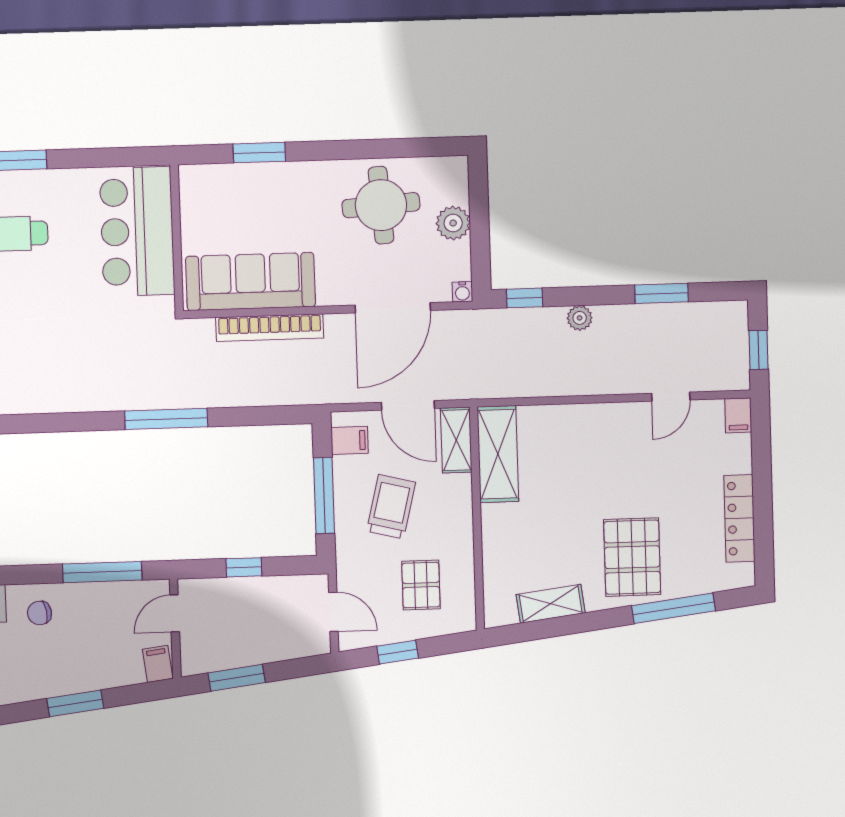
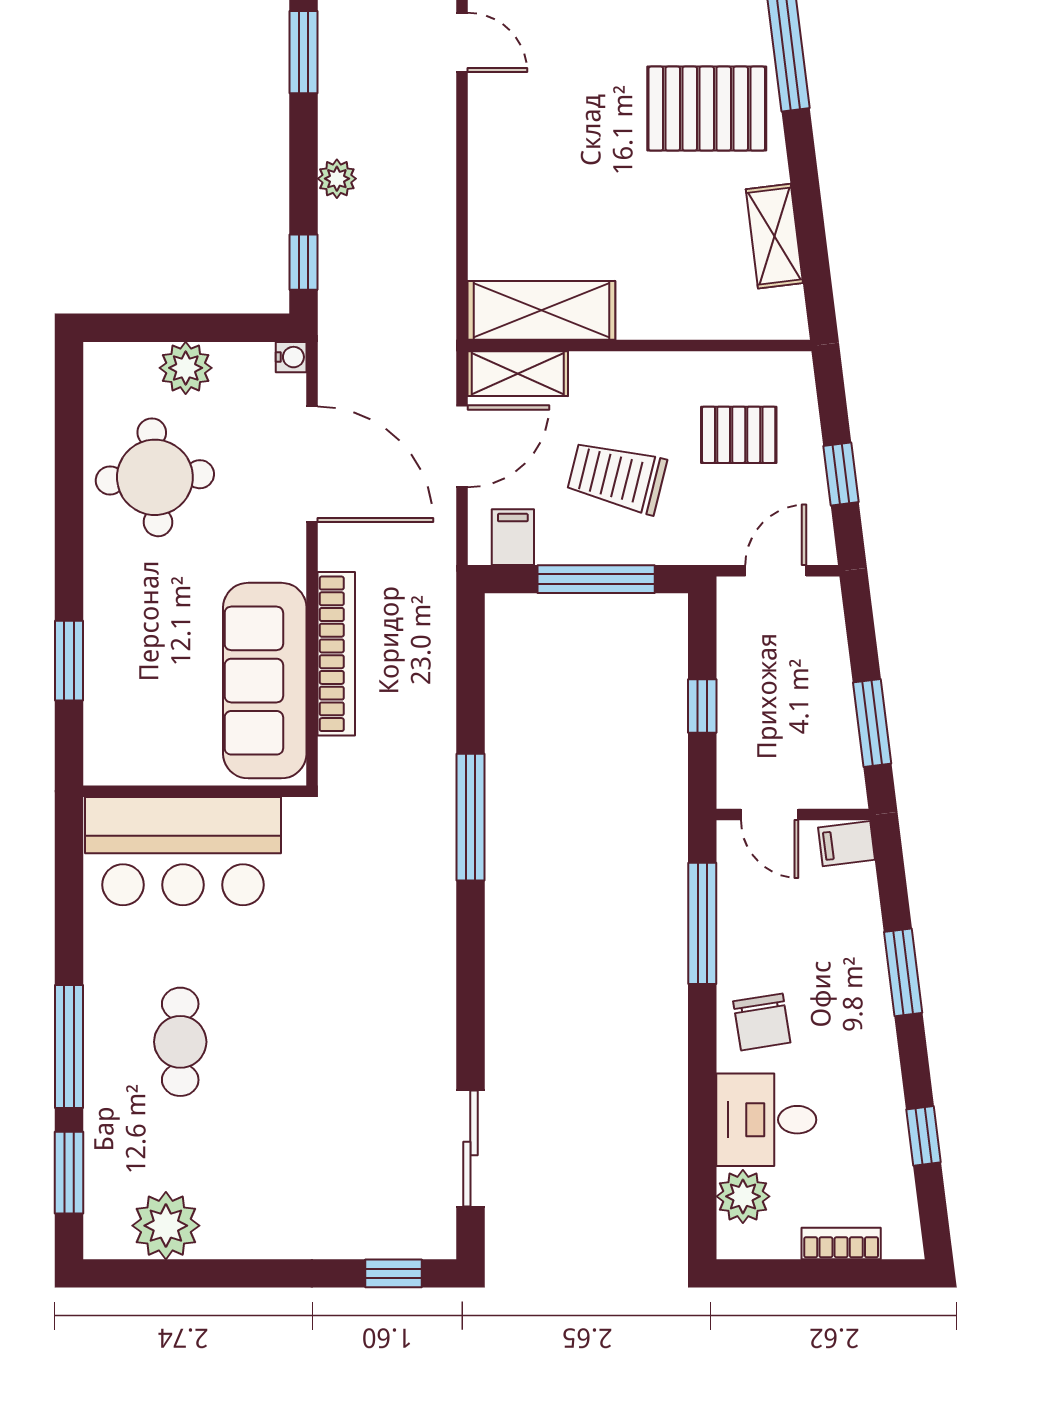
chair: (40, 613) -> (762, 1022), width x1.37, depth x1.37

